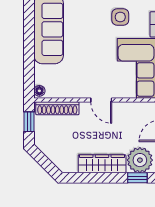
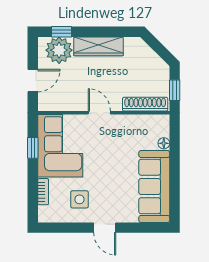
floor lamp: (39, 91) -> (164, 143), moved

